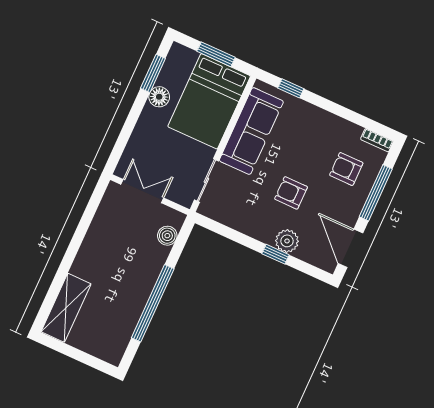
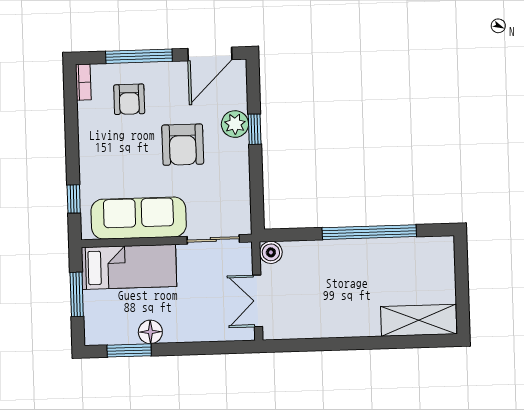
bed: (209, 101) -> (129, 267), width x0.67
armchair: (291, 193) -> (183, 145), width x1.38, depth x1.38
boiler: (167, 236) -> (271, 252), moved

